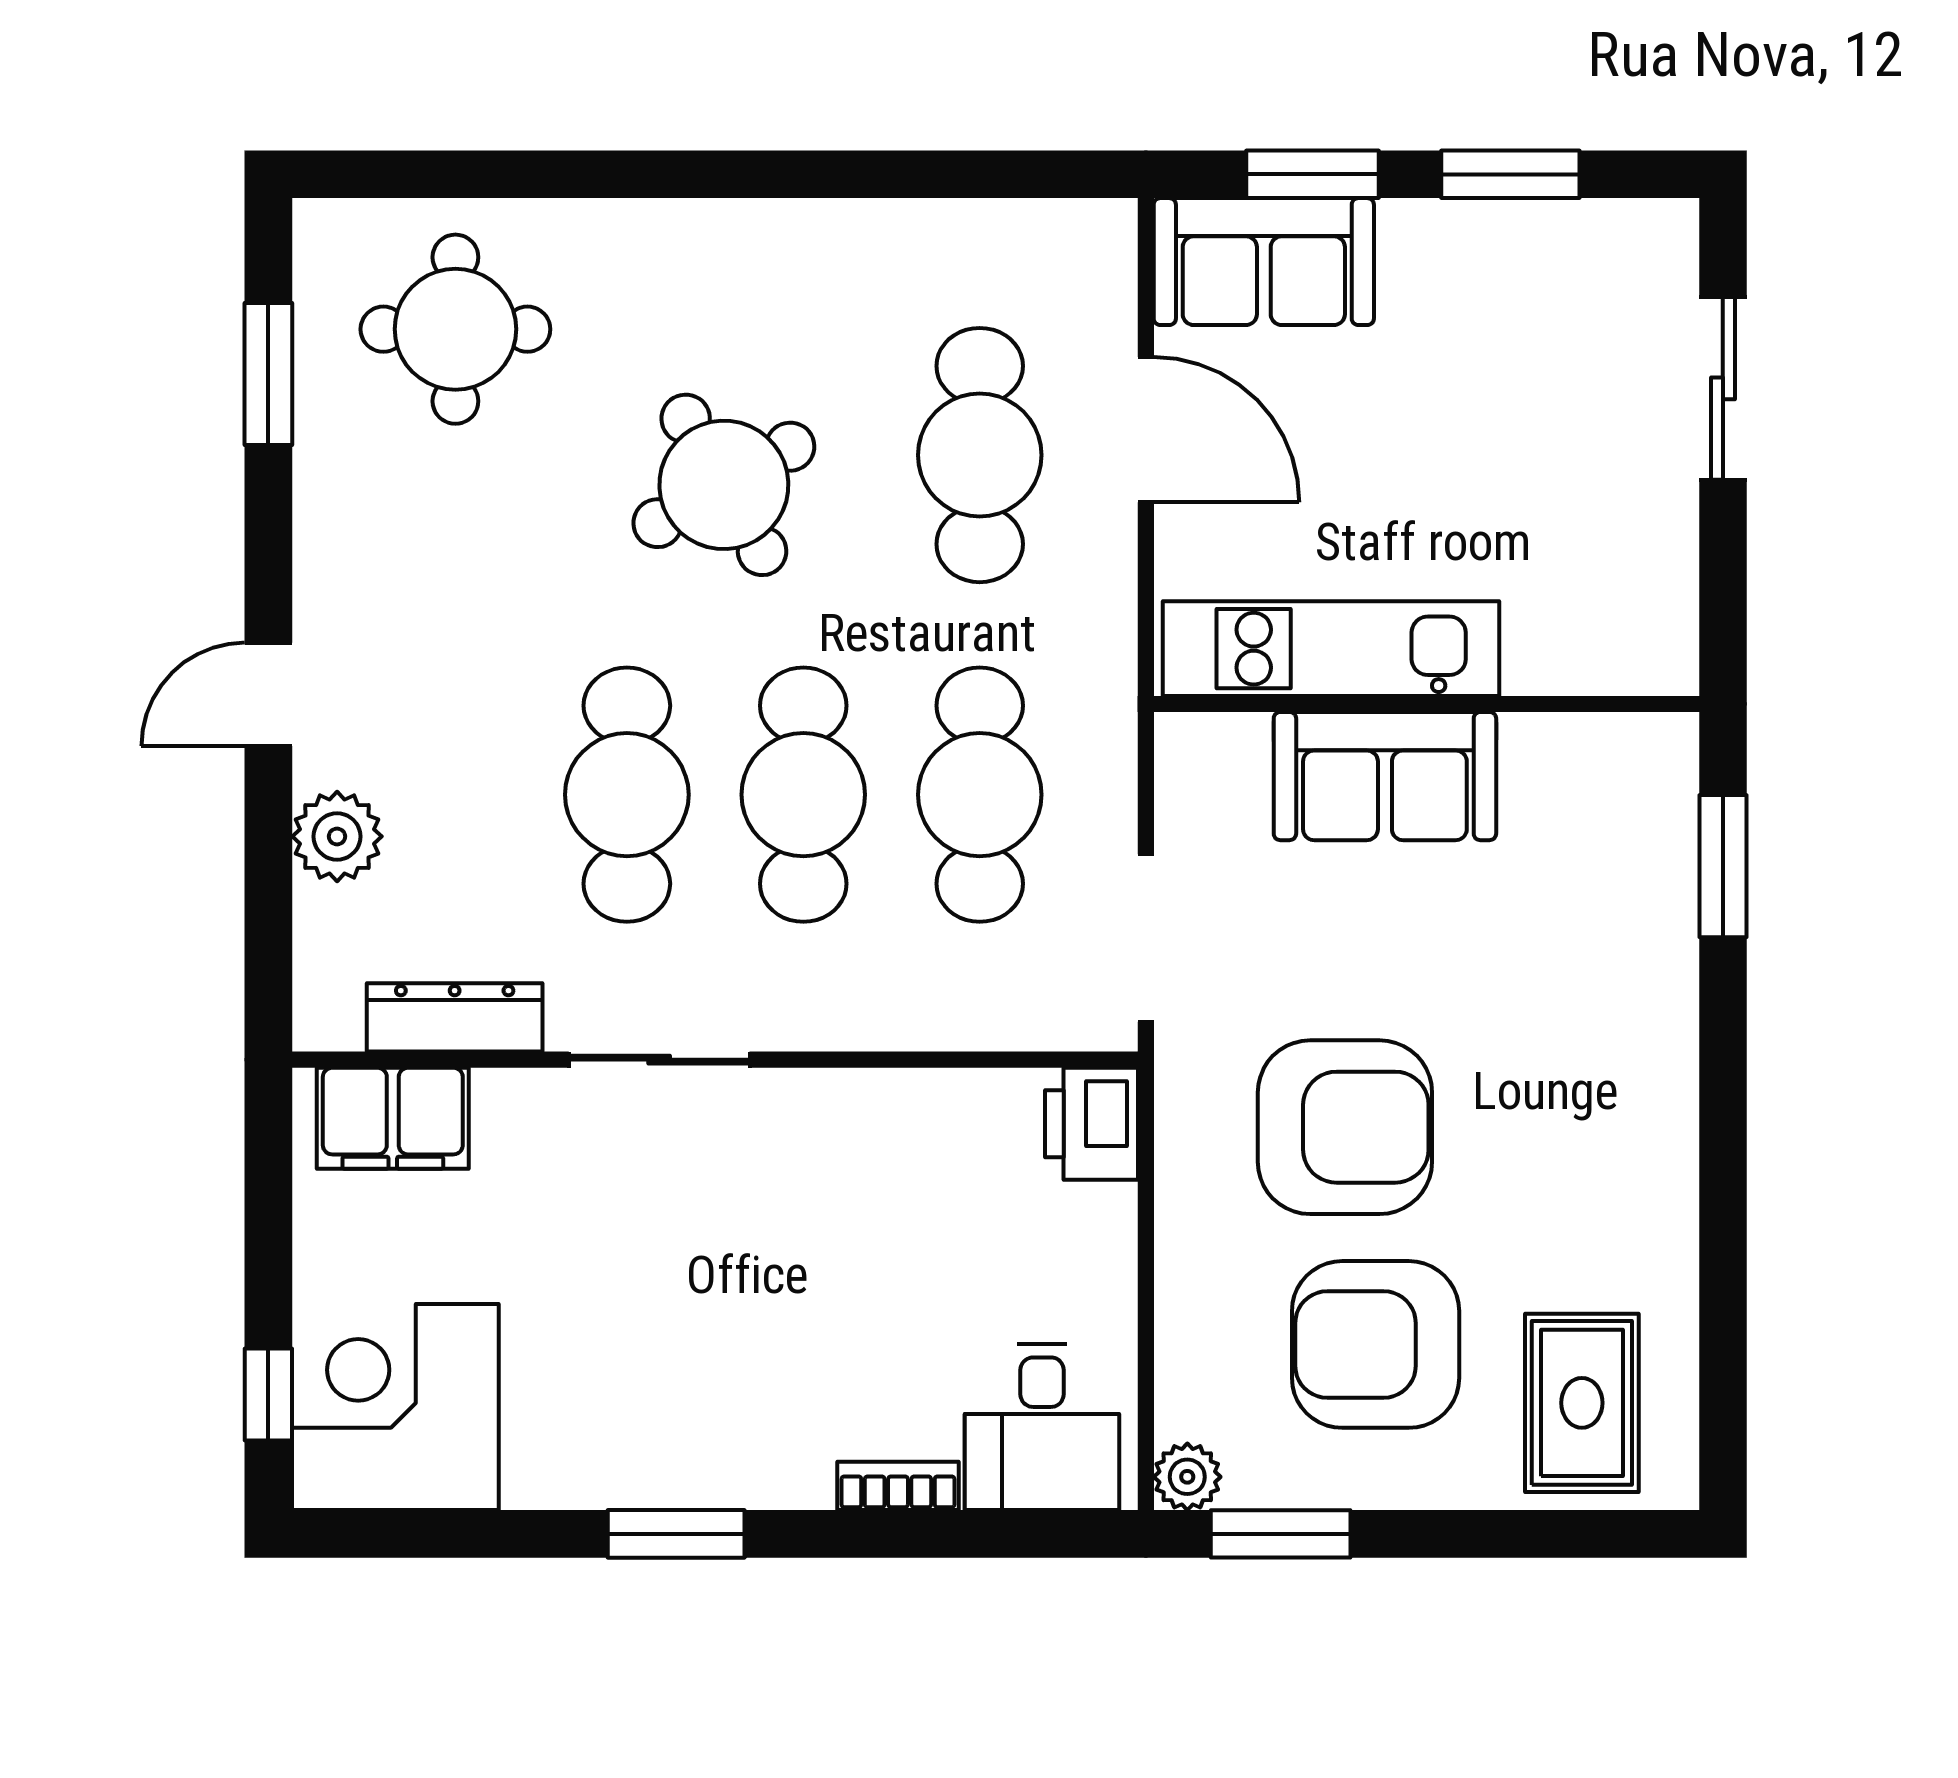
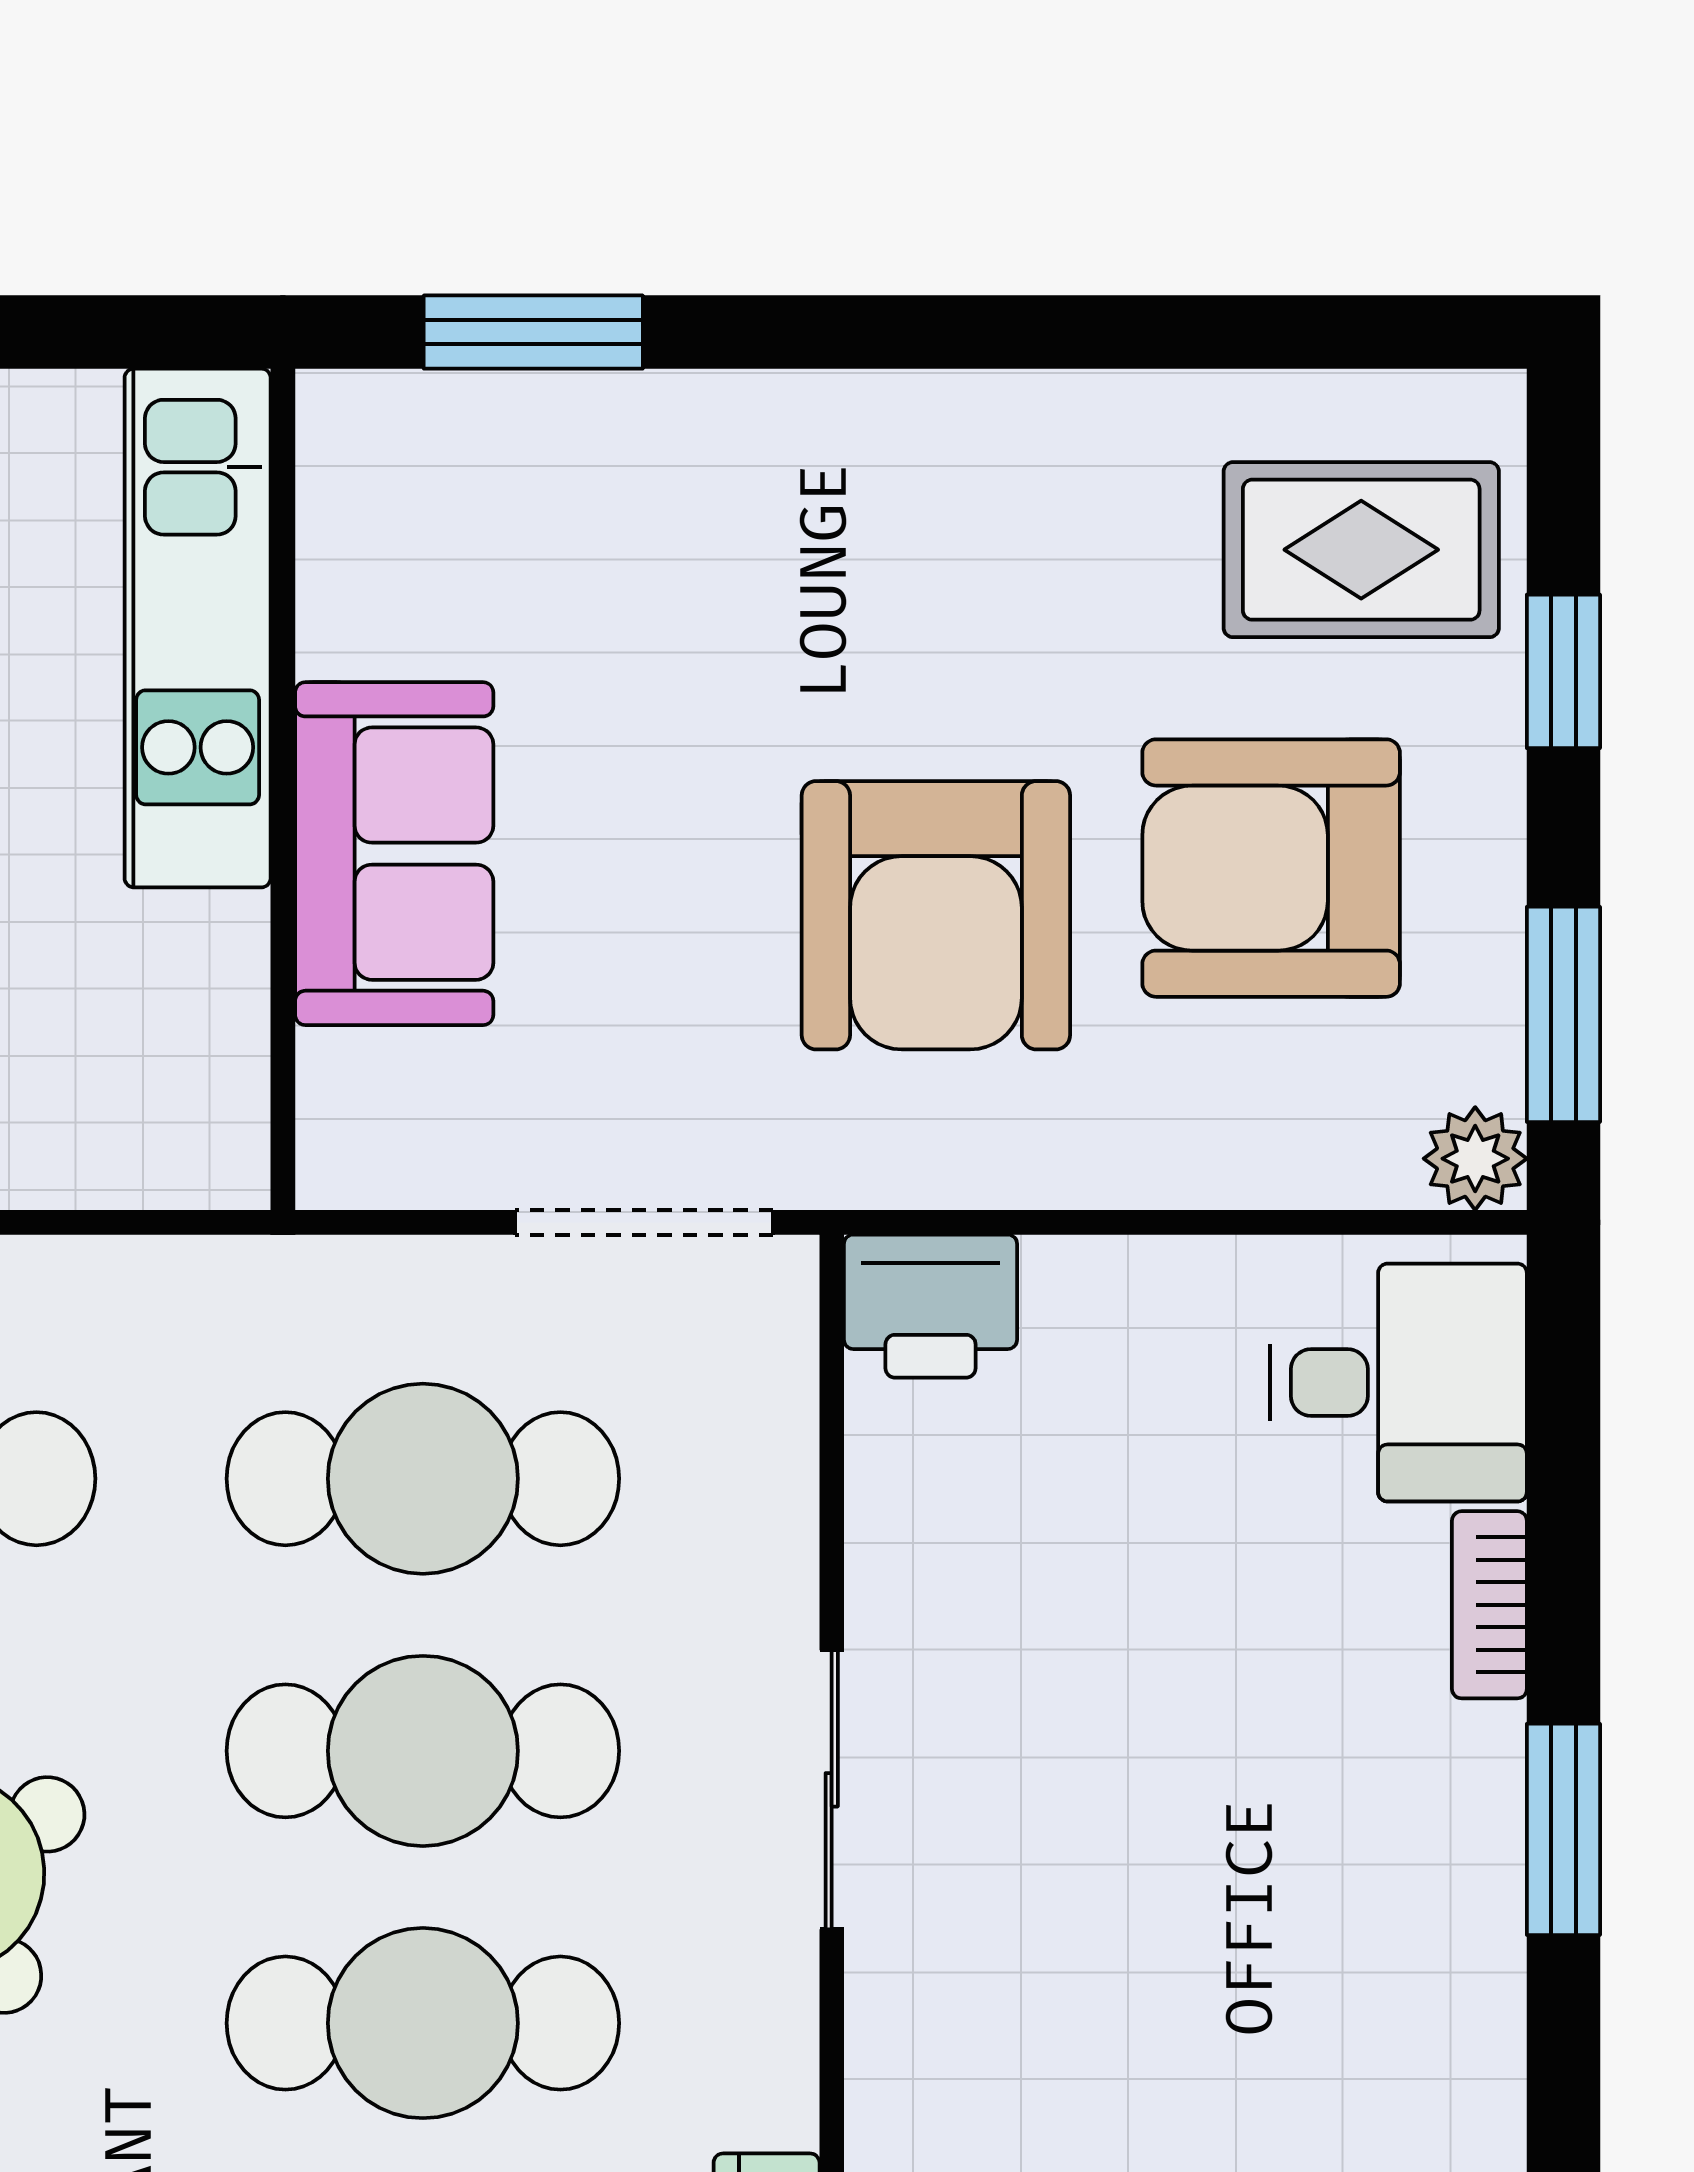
kitchen unit: (1331, 649) -> (198, 628), moved
sliding door: (659, 1060) -> (832, 1790), moved
armchair: (1345, 1127) -> (936, 915), turned 180
armchair: (1376, 1344) -> (1271, 868), turned 90
window: (676, 1534) -> (1563, 1829), moved
window: (1503, 1534) -> (1563, 671), added

